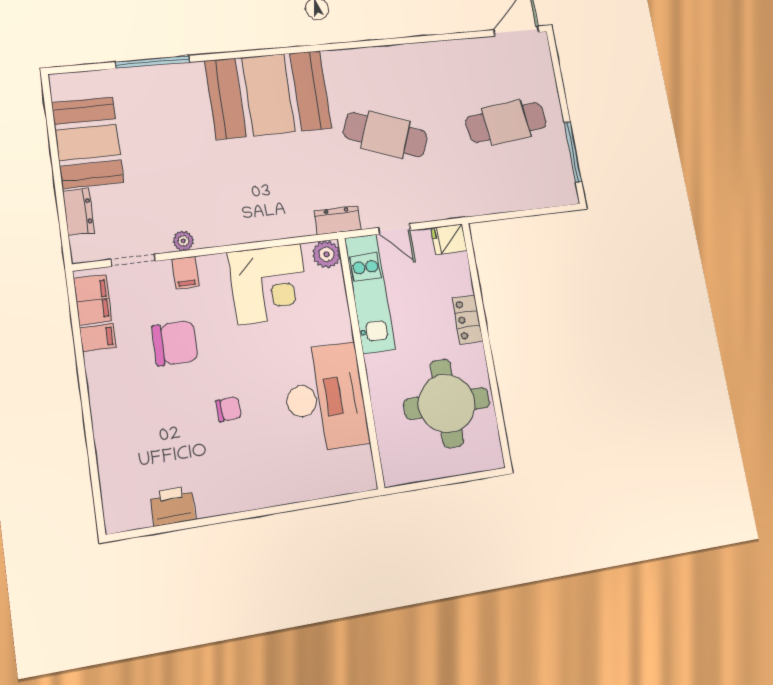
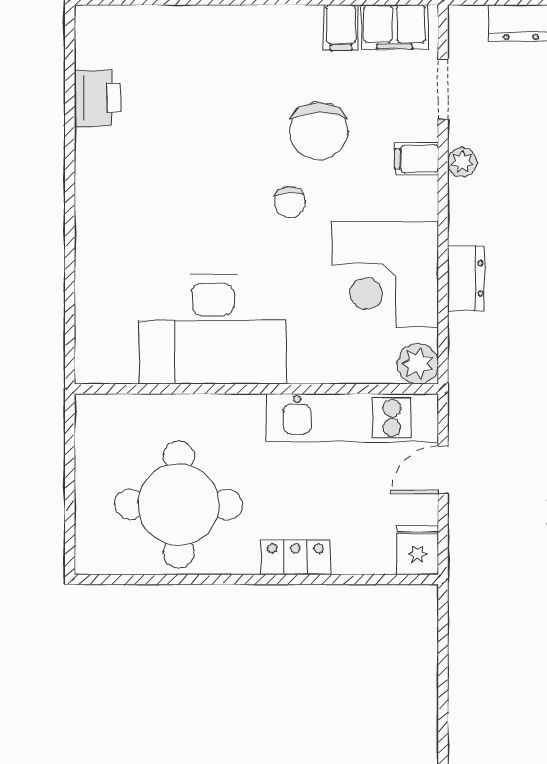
dresser: (338, 220) -> (466, 278), moved
chair: (228, 409) -> (290, 202), moved

